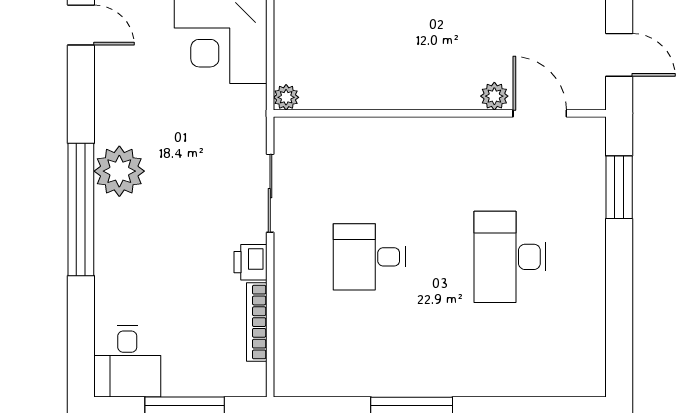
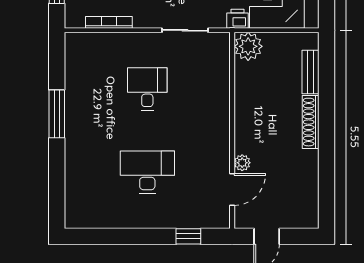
plant: (286, 97) -> (248, 46), width x1.87, depth x1.87
window: (619, 187) -> (188, 236), width x0.67
printer: (251, 262) -> (237, 19), moved

